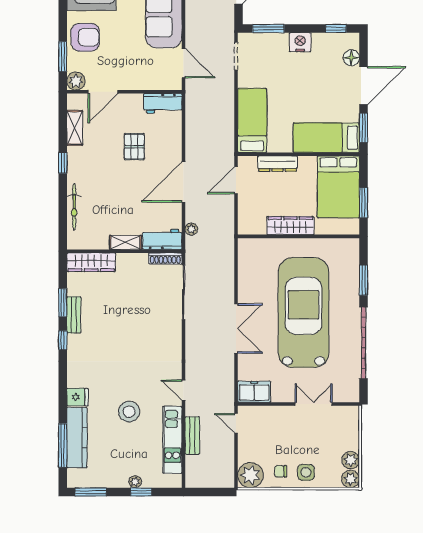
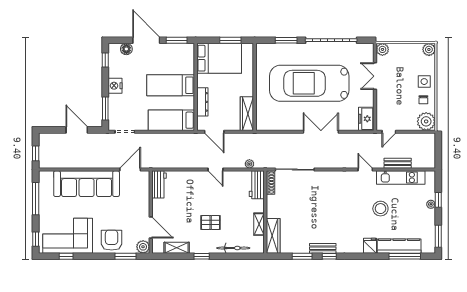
bed: (326, 138) -> (171, 85), moved, turned 90
pallet: (134, 147) -> (211, 223), moved
door: (184, 182) -> (216, 169), width x0.53
wardrobe: (290, 226) -> (247, 114), moved
shelving: (125, 242) -> (259, 224), moved
bench: (74, 315) -> (323, 248), moved
door: (184, 390) -> (365, 169), swing flipped
plant: (351, 460) -> (382, 49), moved

